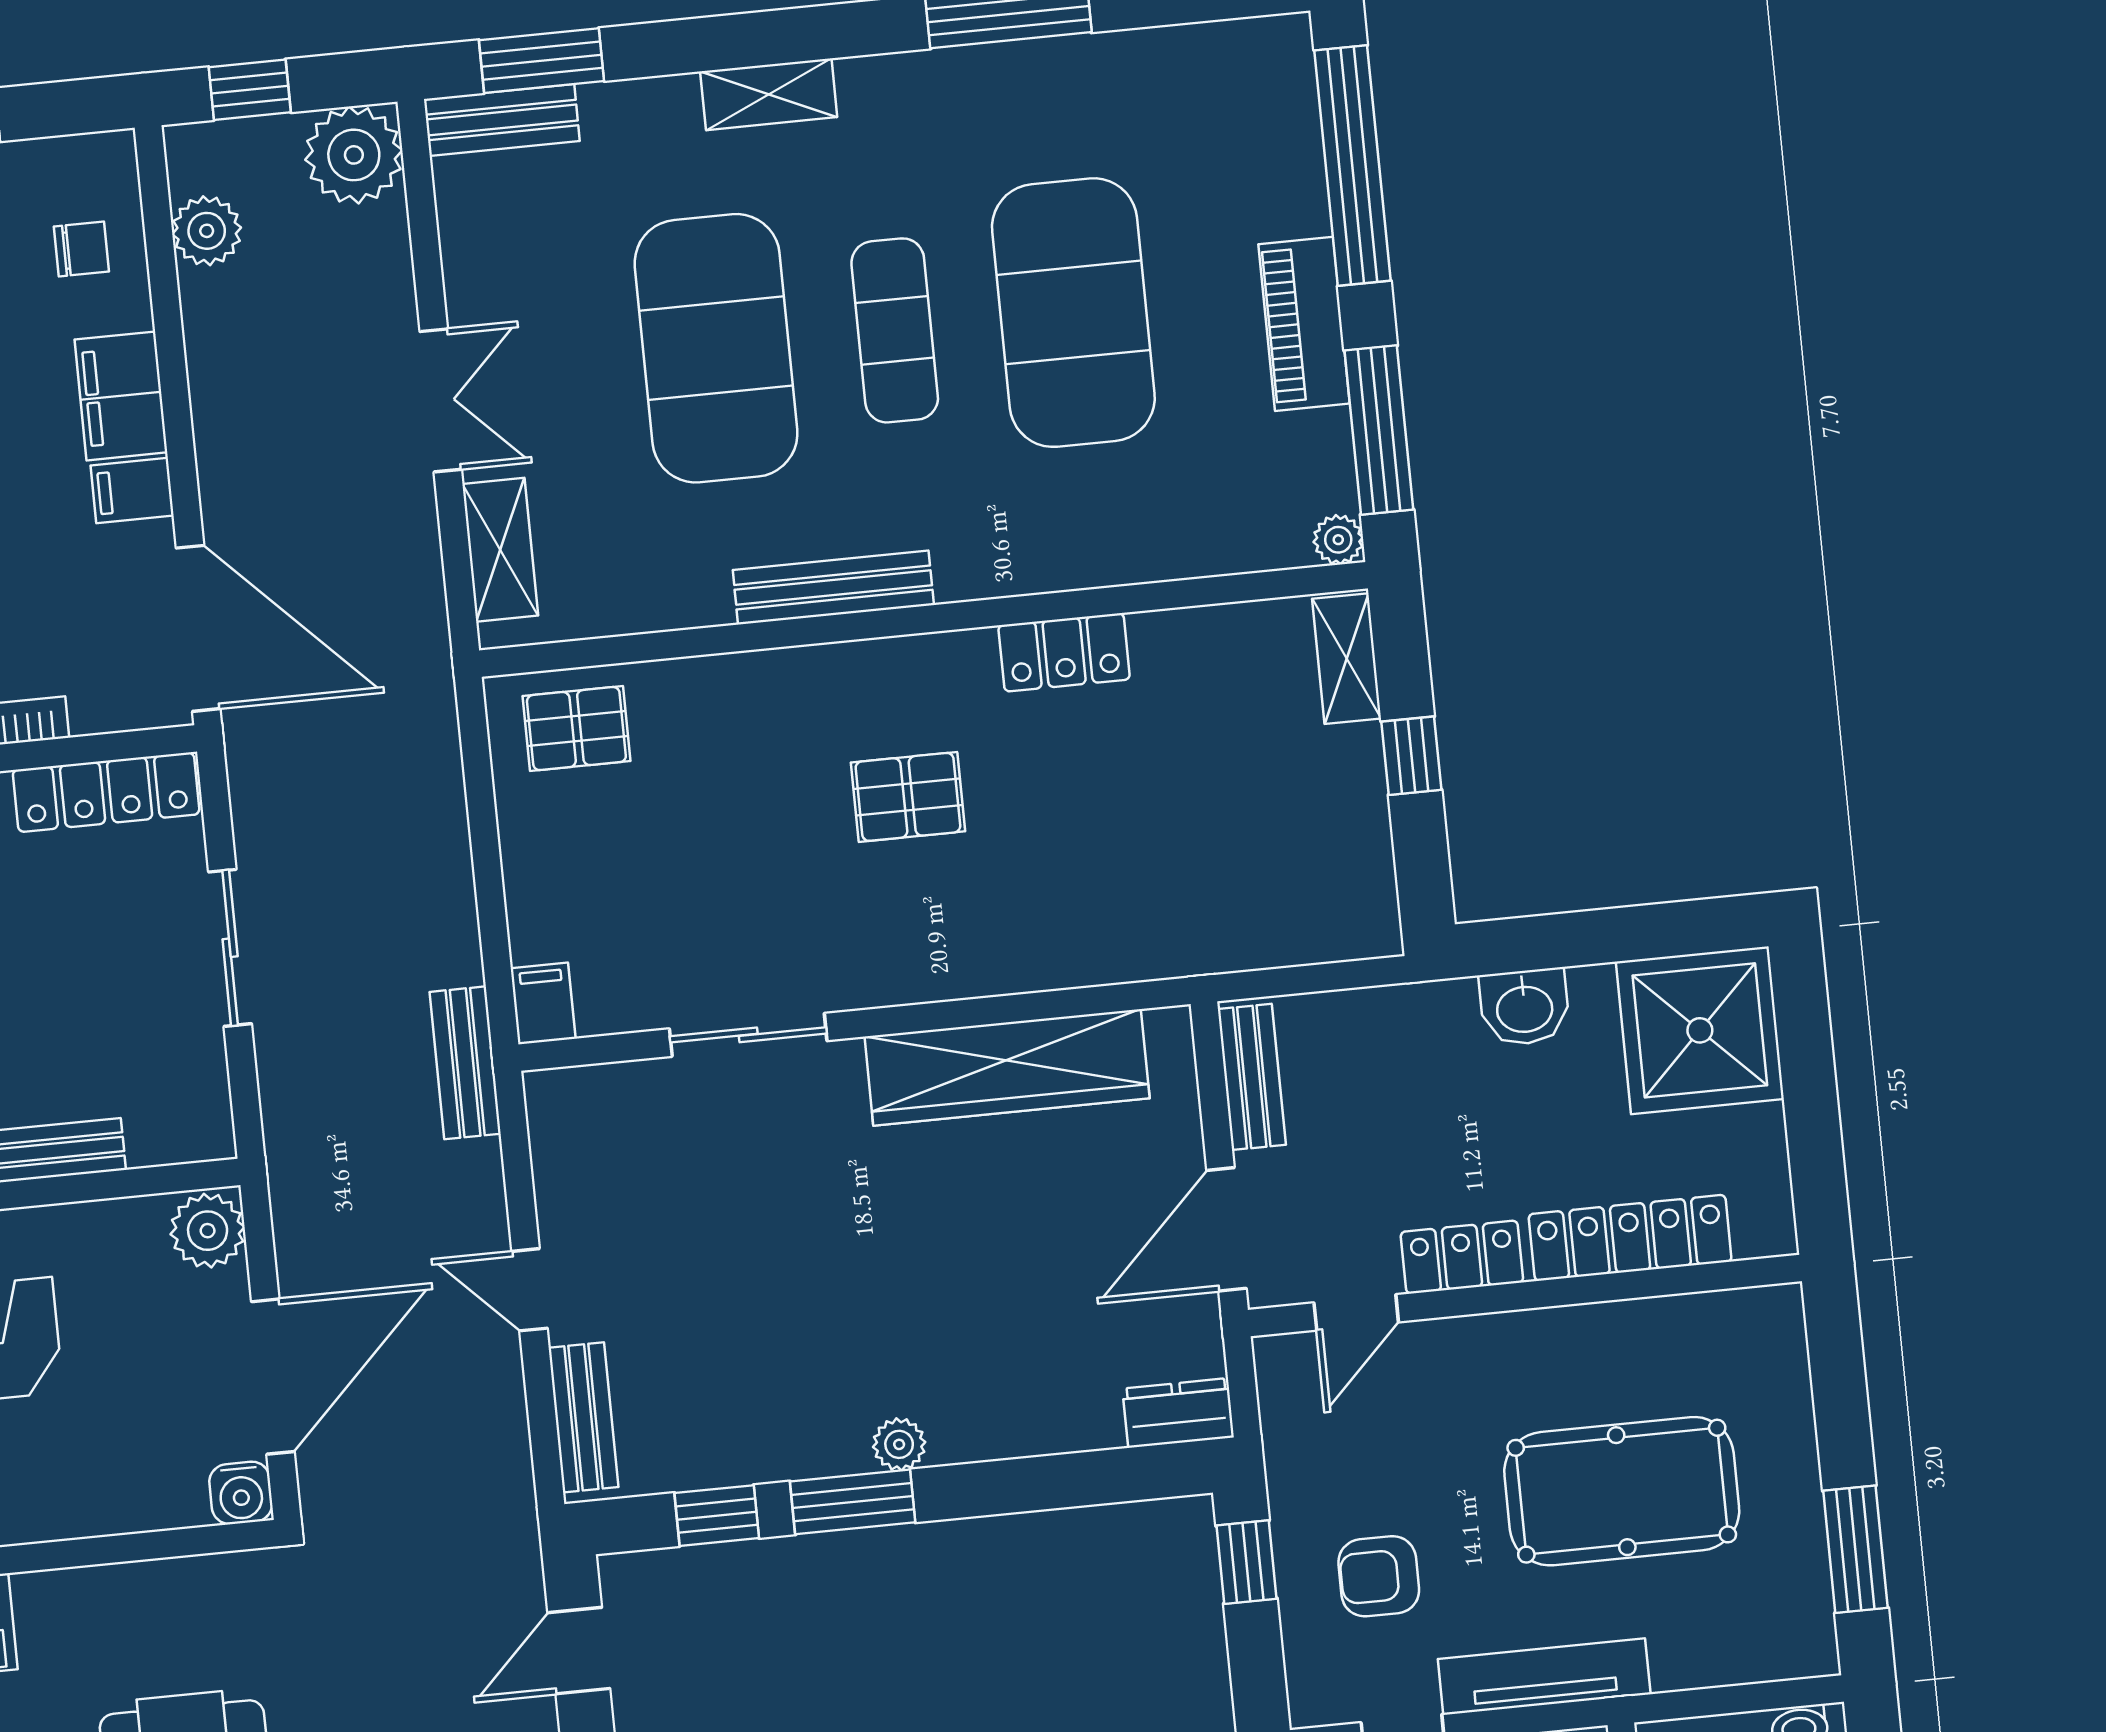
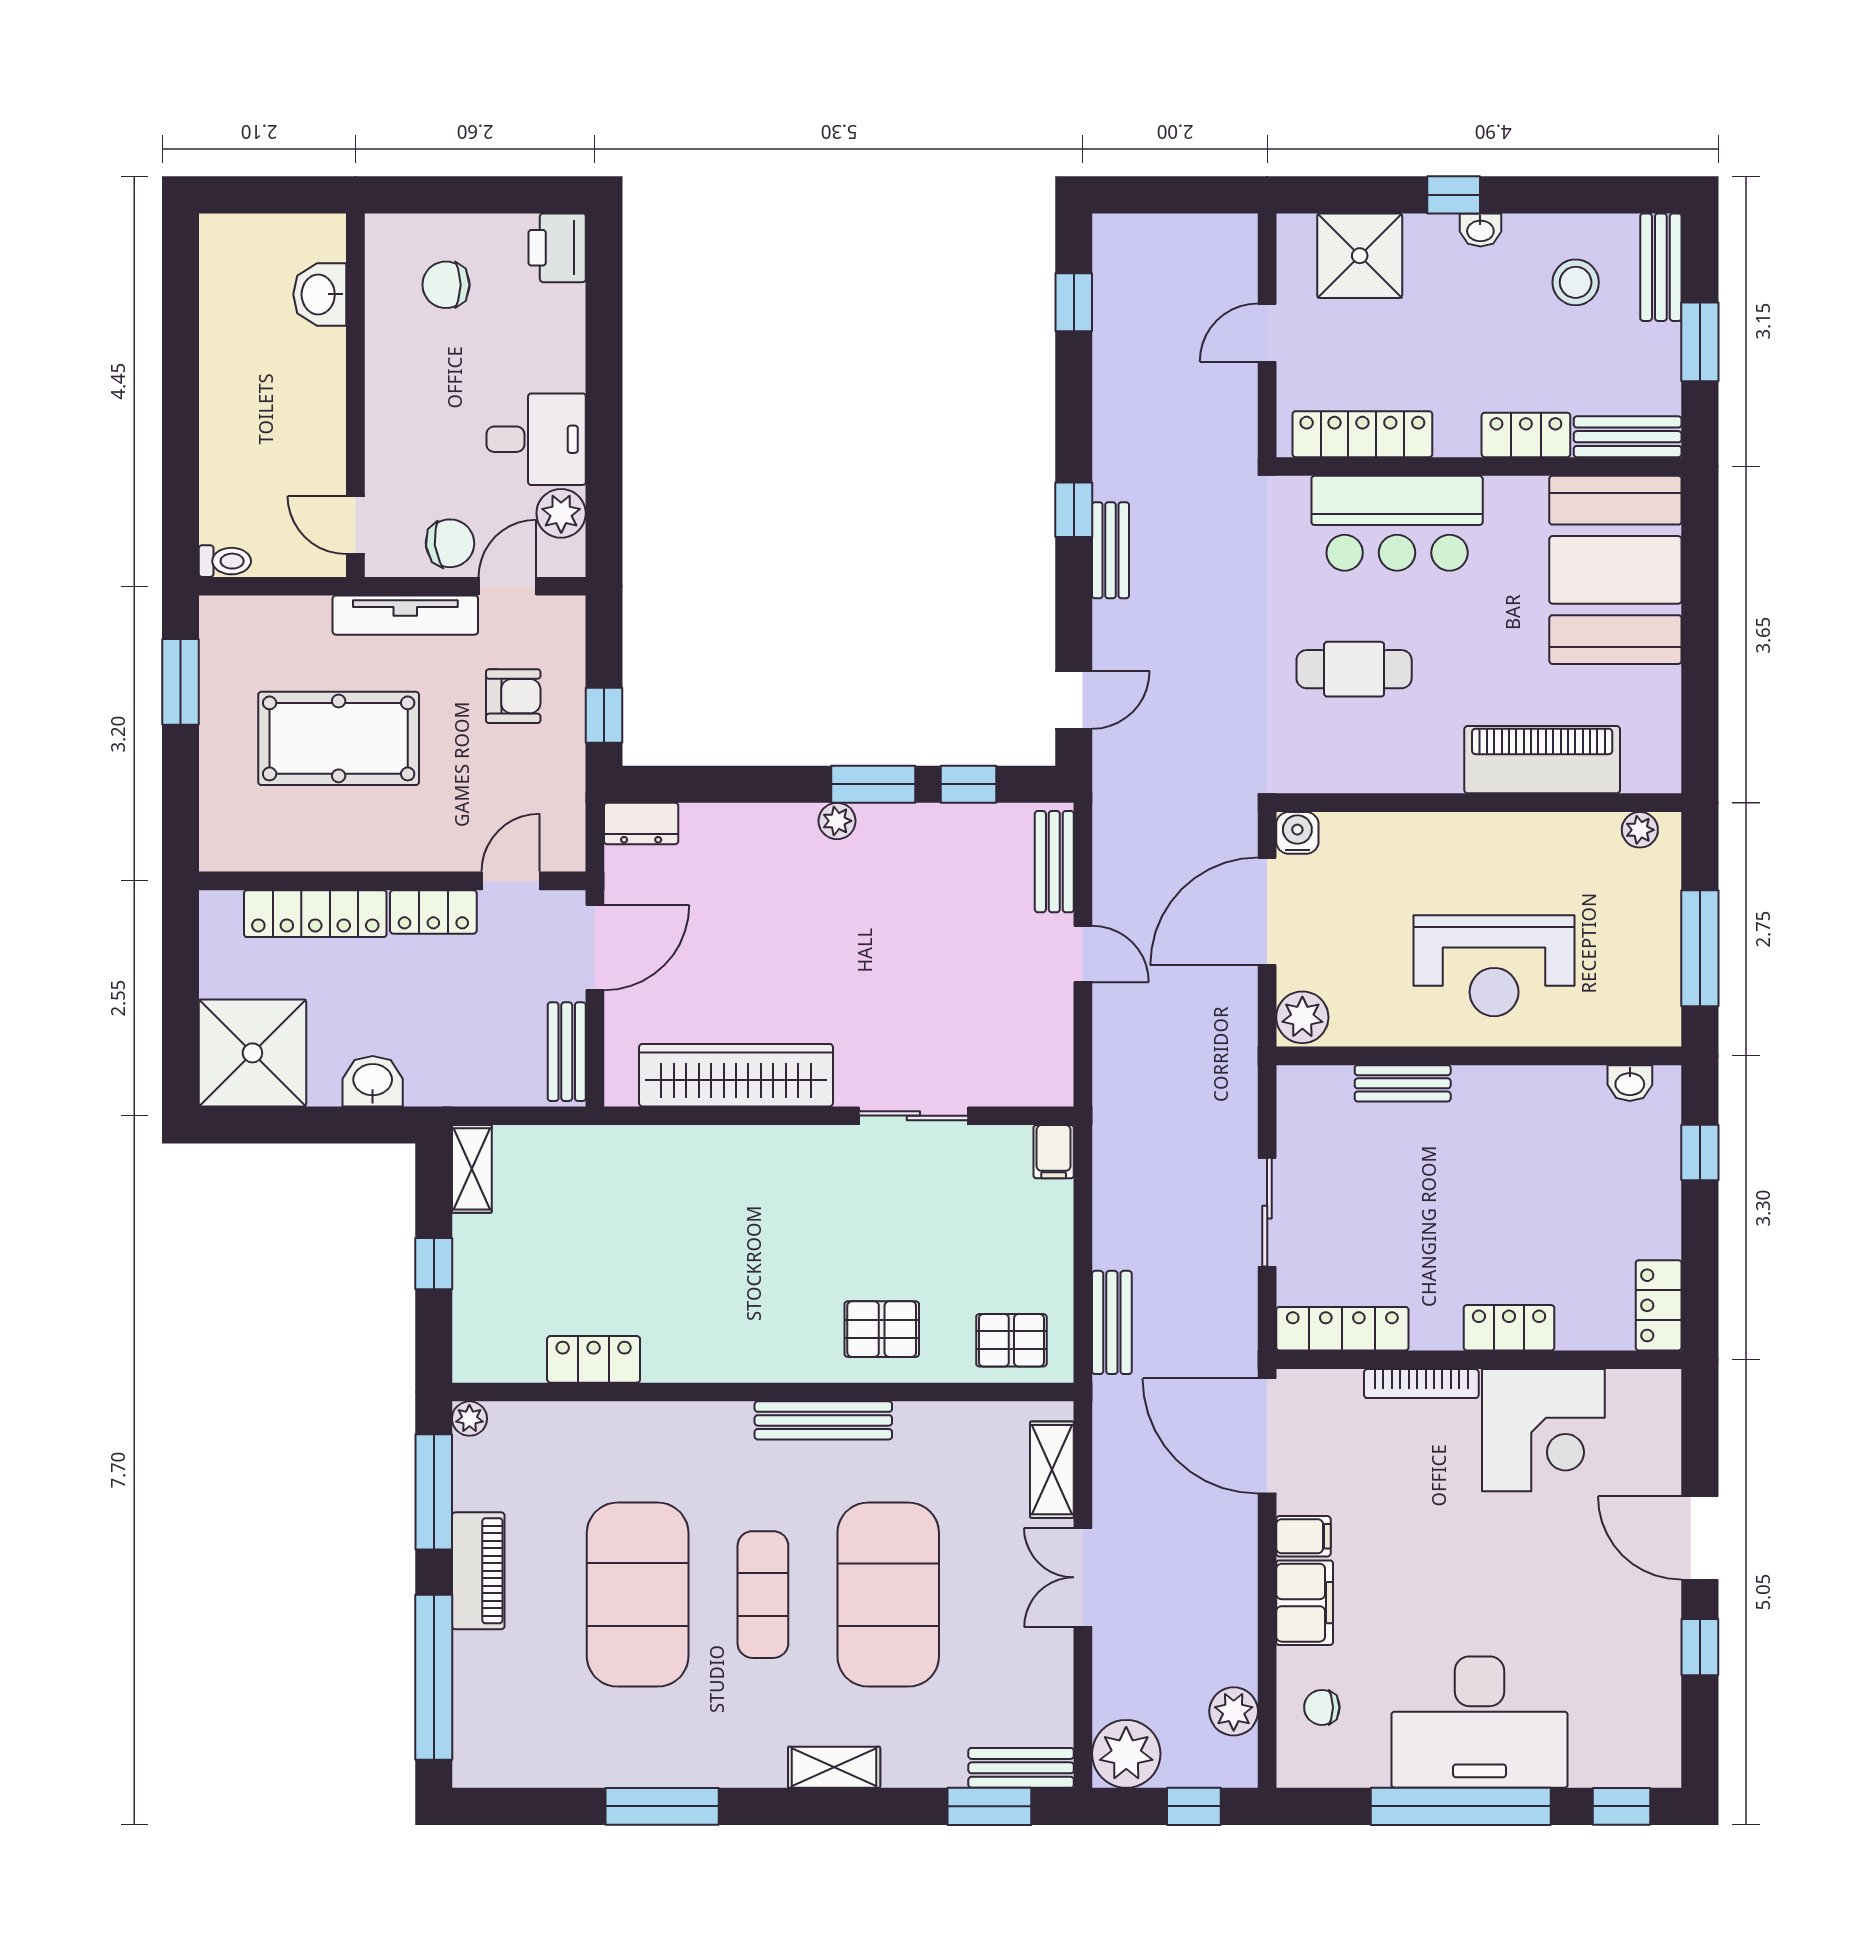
locker: (1064, 652) -> (594, 1359), moved
shelving: (1347, 659) -> (472, 1169), moved
pallet: (908, 797) -> (882, 1329), moved
bench: (465, 1063) -> (1112, 1322), moved

